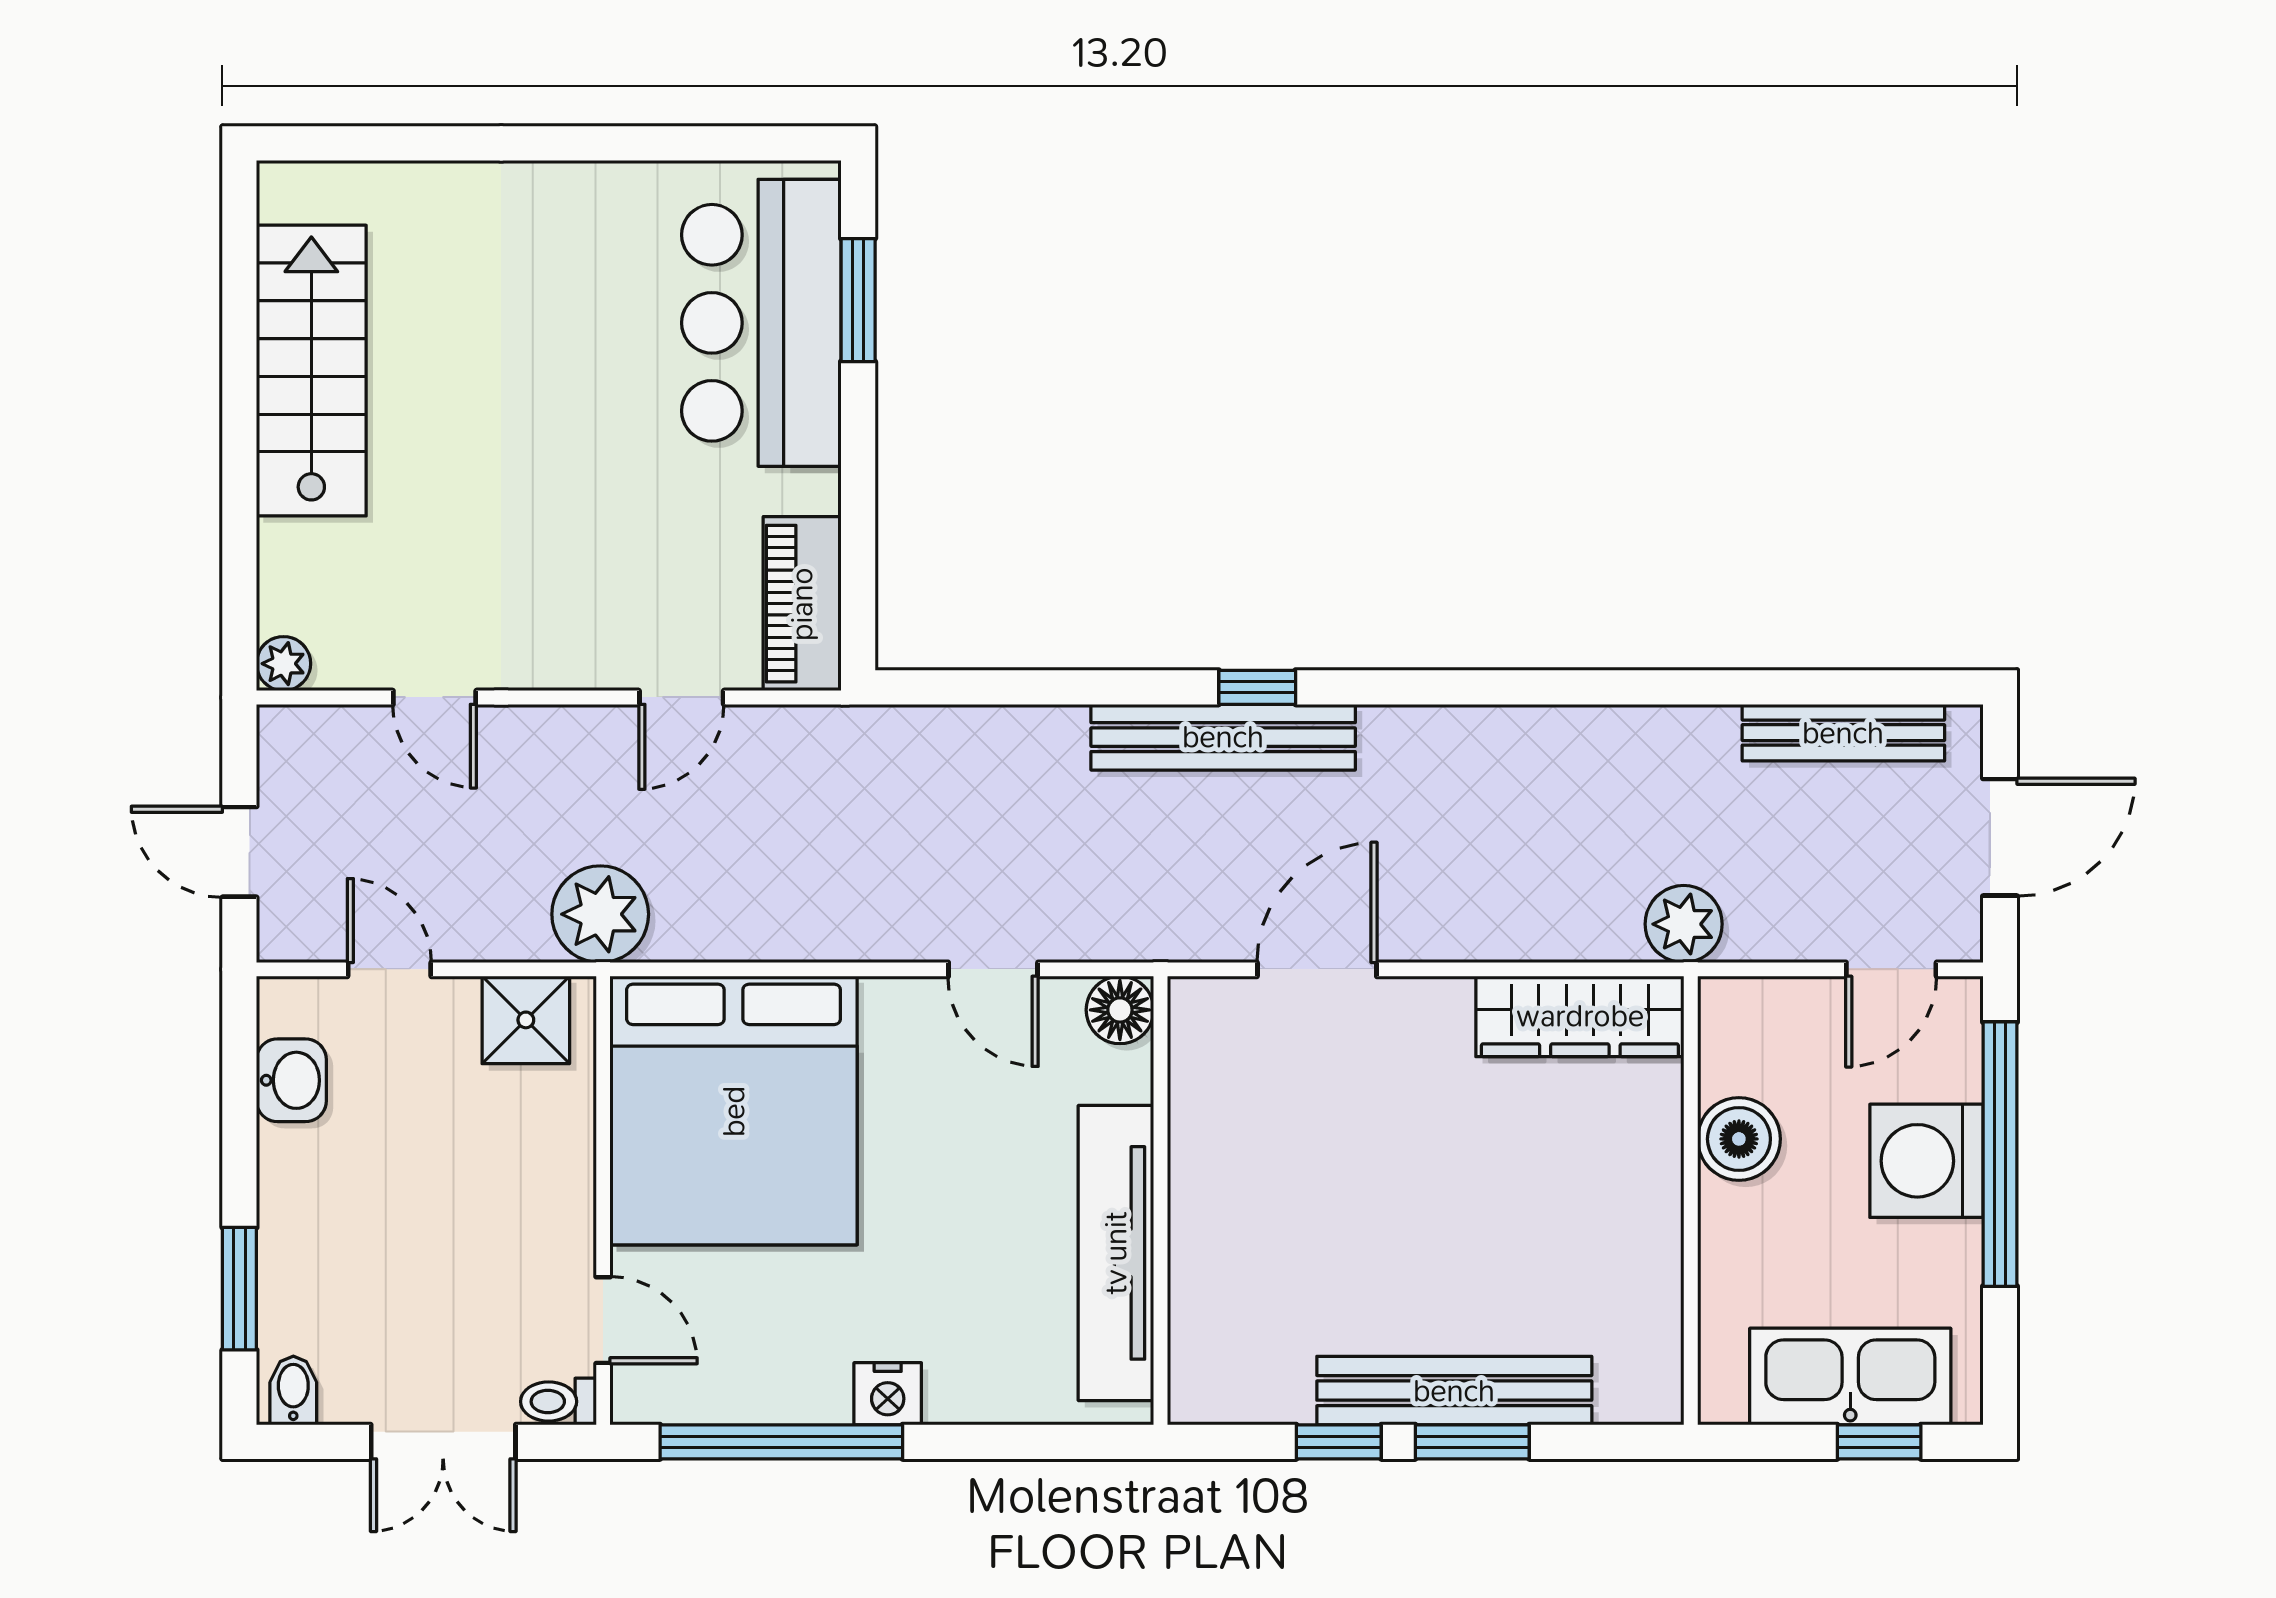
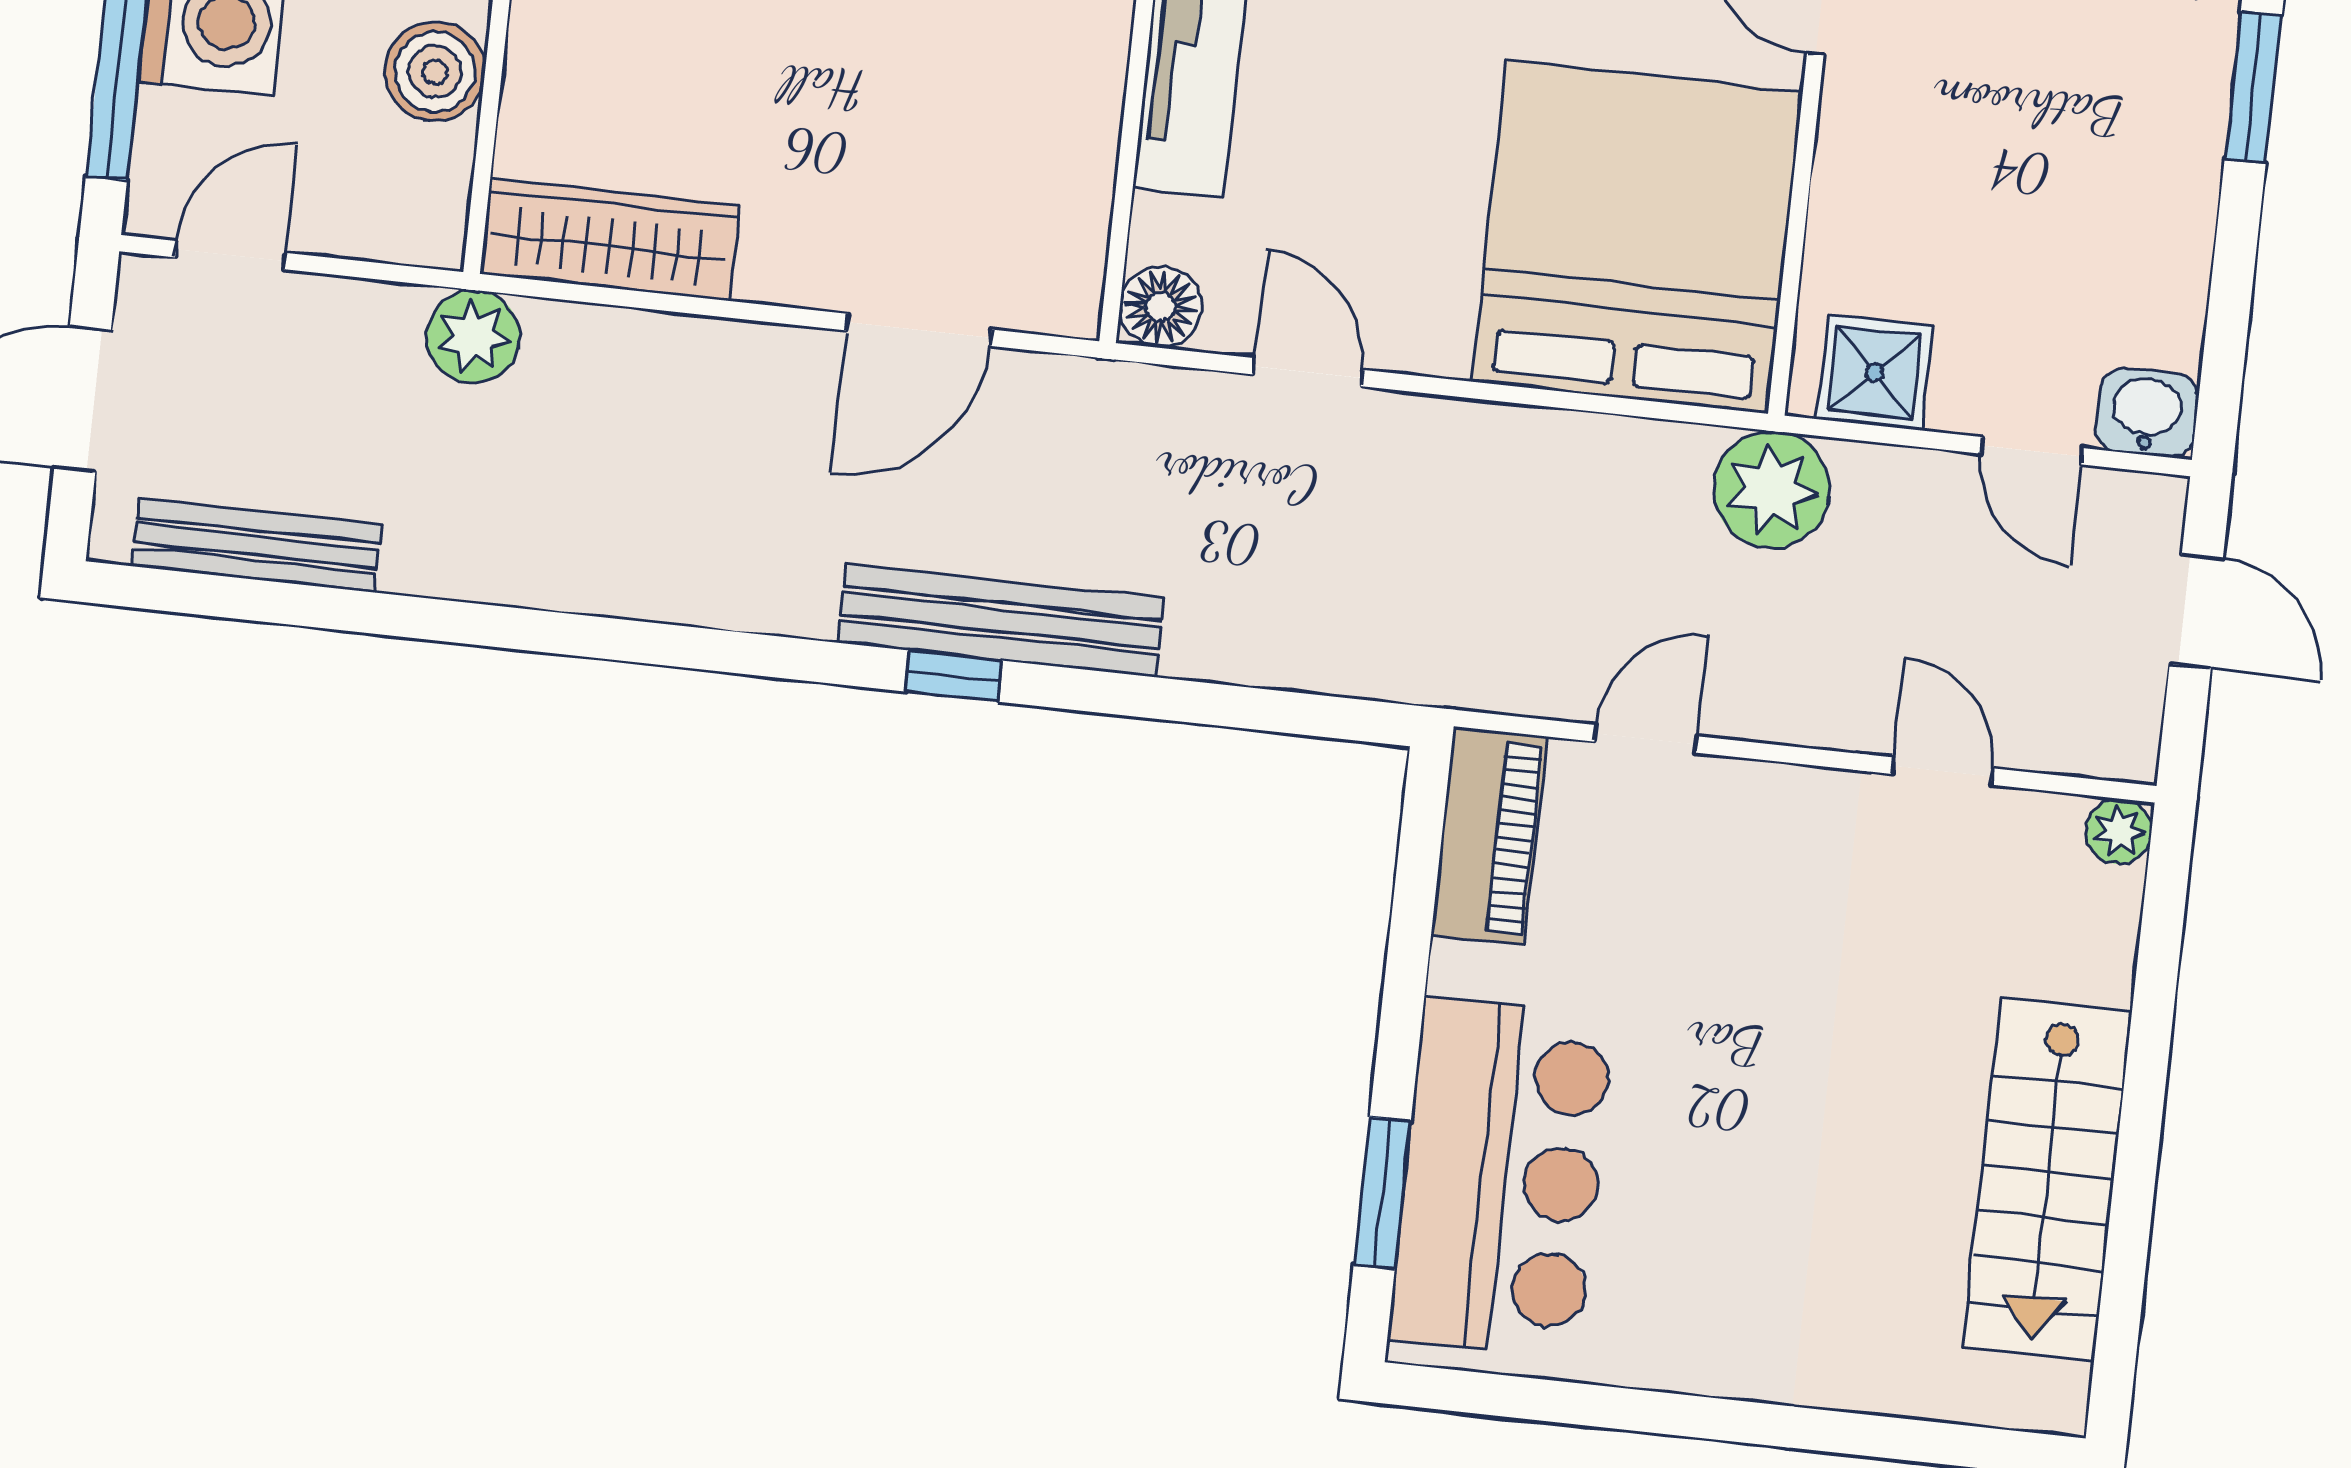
washbasin: (291, 1080) -> (2147, 413), moved, turned 90

